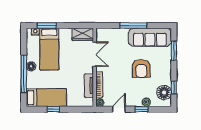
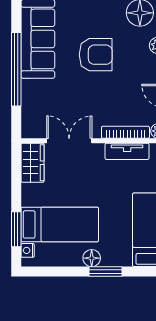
window: (133, 26) -> (16, 69), width x1.46
window: (24, 74) -> (105, 271), width x0.47

